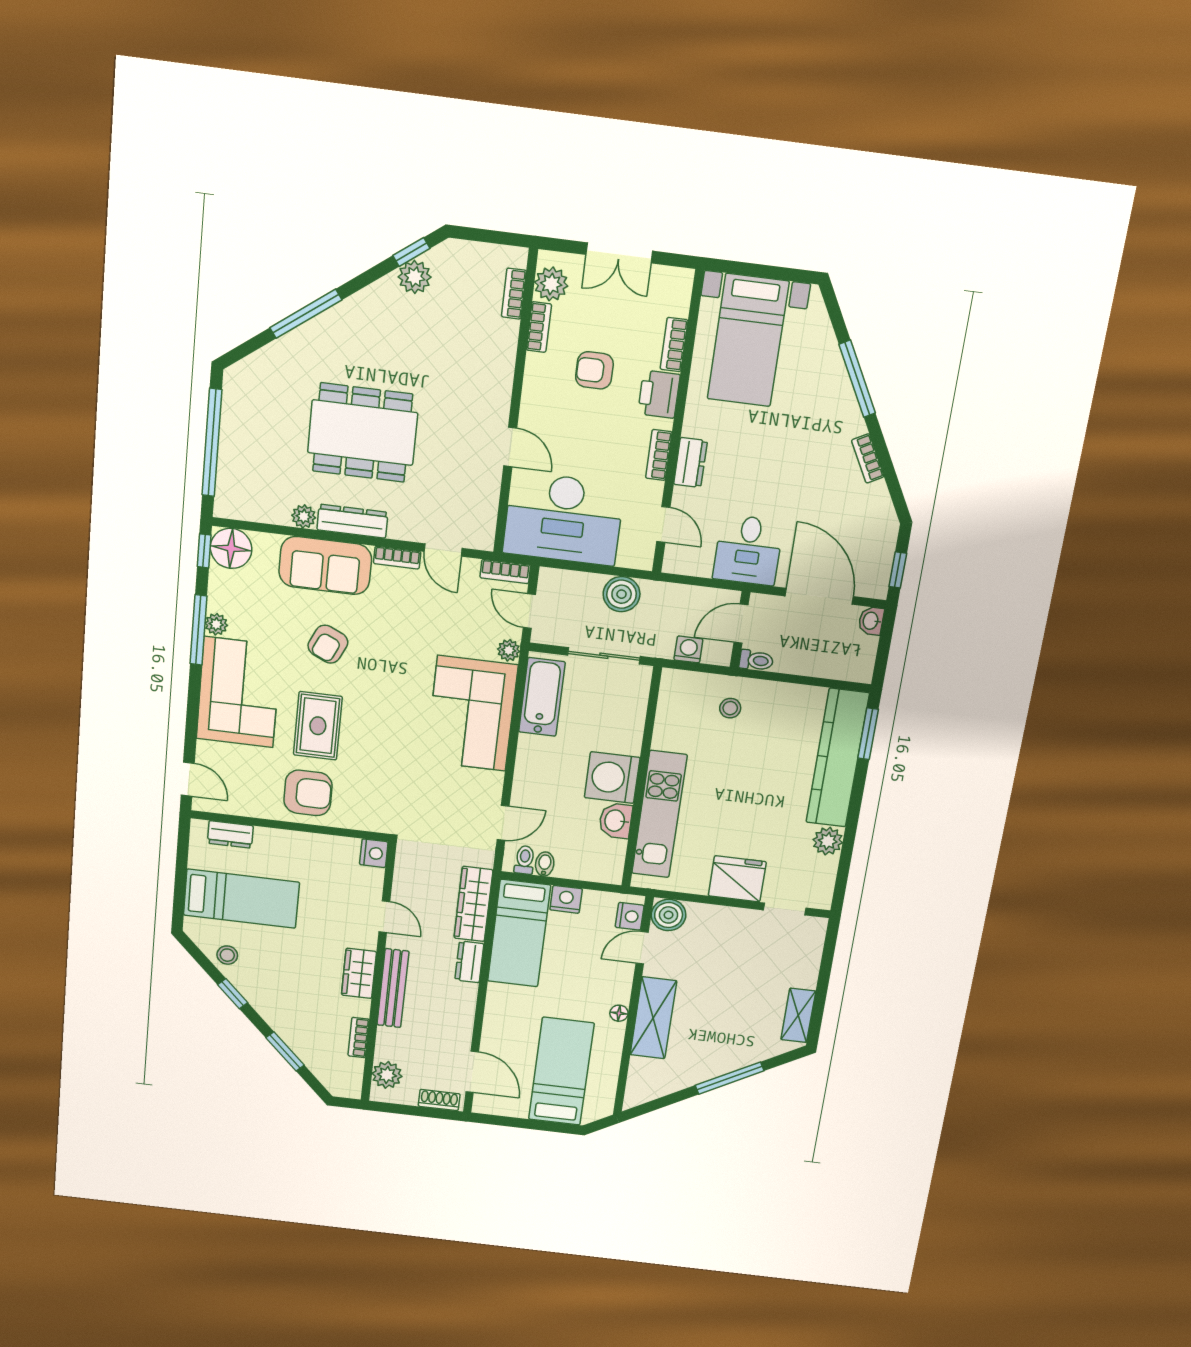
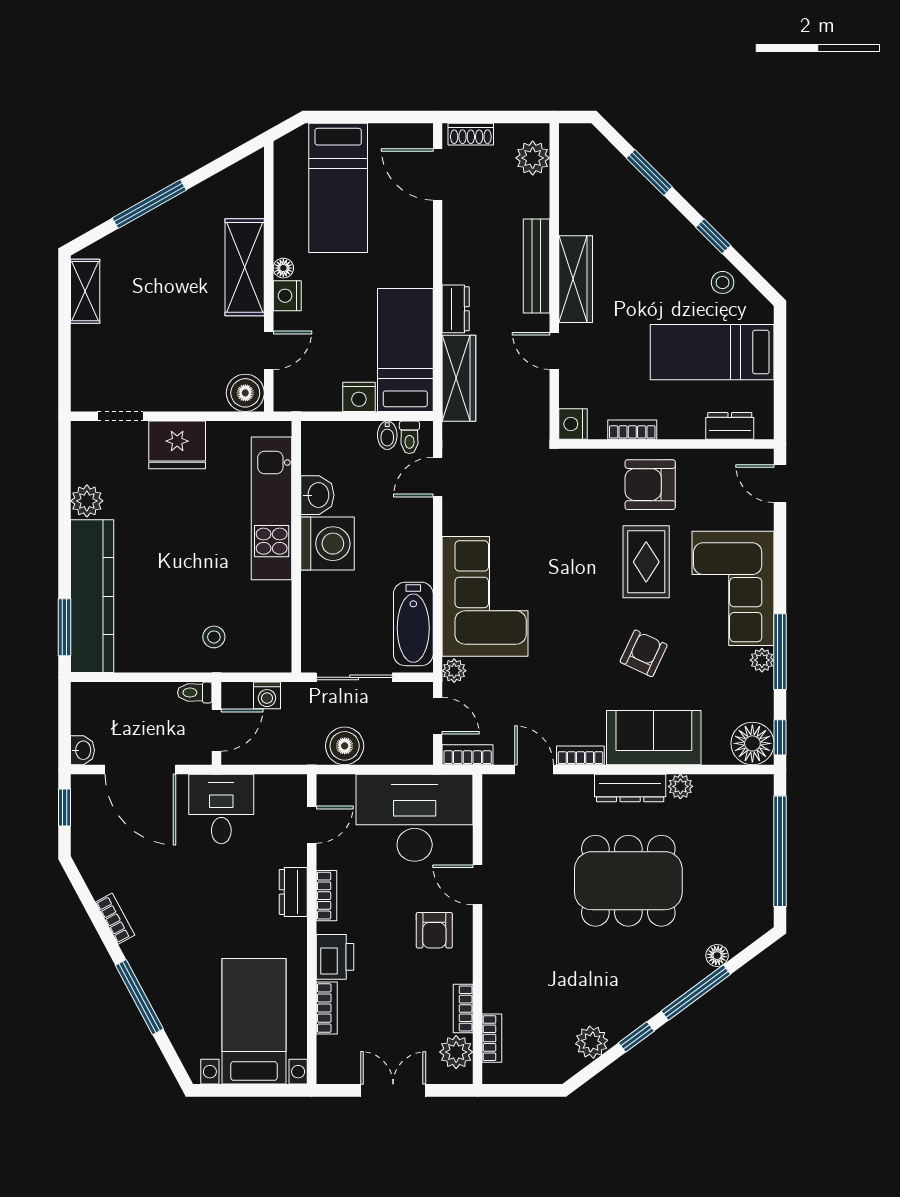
window: (411, 252) -> (636, 1037), moved
floor lamp: (282, 348) -> (717, 956), added
armchair: (594, 370) -> (434, 930), moved, turned 90
door: (663, 524) -> (312, 825), swing flipped
nightstand: (630, 916) -> (287, 296), moved
wardrobe: (359, 973) -> (576, 279), width x1.50
bookcase: (359, 1038) -> (632, 430), moved, turned -90

